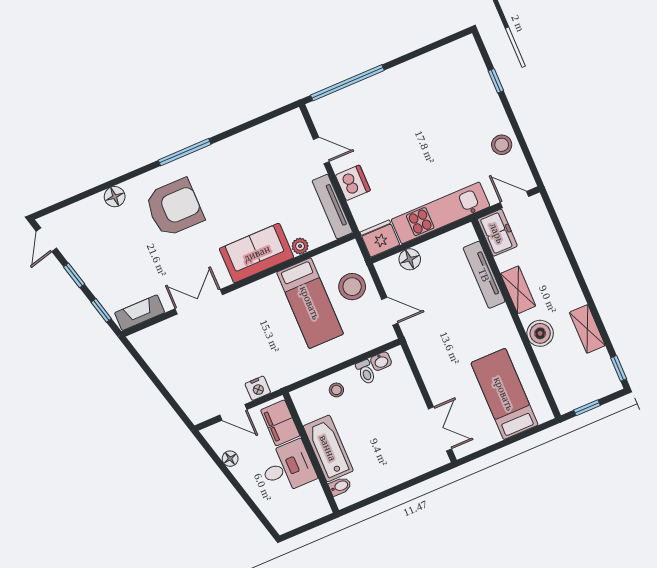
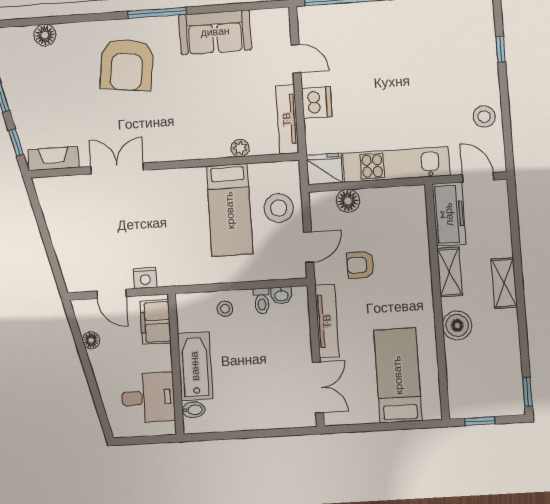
floor lamp: (115, 197) -> (45, 35), moved
armchair: (174, 207) -> (127, 65), turned 97
freezer: (497, 233) -> (449, 214), width x1.40
sofa: (257, 253) -> (215, 32), moved, turned 180
tv unit: (484, 275) -> (327, 321), moved, turned 180
door: (390, 311) -> (309, 247), hinge flipped
armchair: (440, 311) -> (361, 265), added
shelving: (587, 329) -> (504, 283), moved
desk: (288, 467) -> (148, 398), moved

